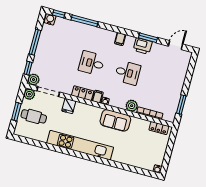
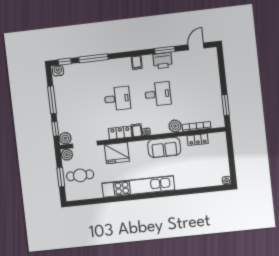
desk: (92, 63) -> (117, 99), turned 180
fridge: (69, 106) -> (117, 153), width x1.88, depth x1.34
locker: (159, 128) -> (198, 140), moved

